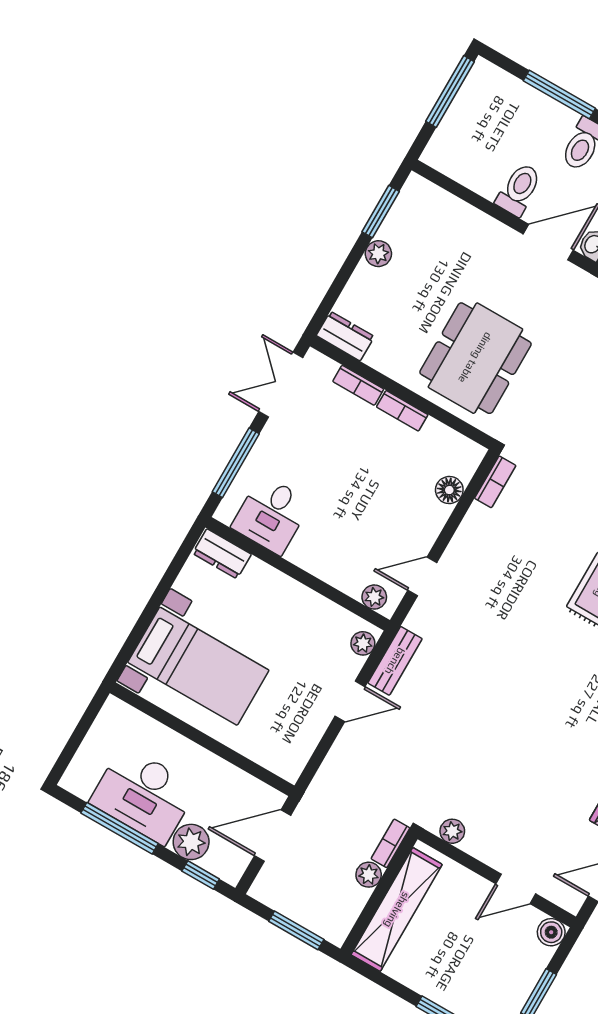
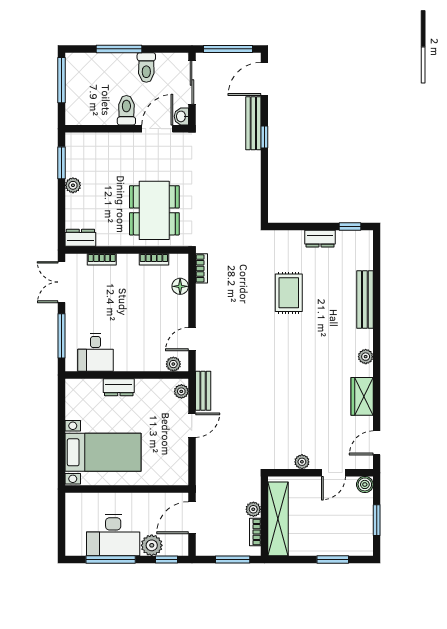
bookcase: (402, 411) -> (154, 259), moved
dresser: (222, 554) -> (119, 387), moved
plant: (452, 831) -> (302, 462), moved
bookcase: (391, 843) -> (255, 532), moved

